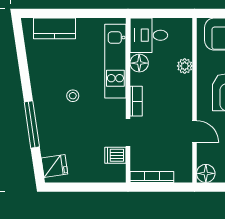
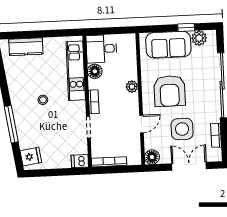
plant: (185, 66) -> (132, 87), moved
door: (194, 132) -> (141, 124), hinge flipped
dishwasher: (115, 155) -> (80, 161), moved

